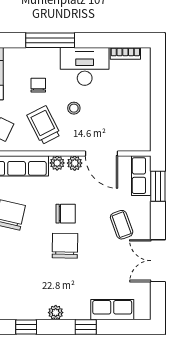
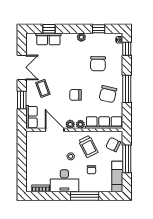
window: (158, 186) -> (22, 100), moved
chair: (65, 246) -> (98, 64), moved
window: (86, 327) -> (49, 29), moved

